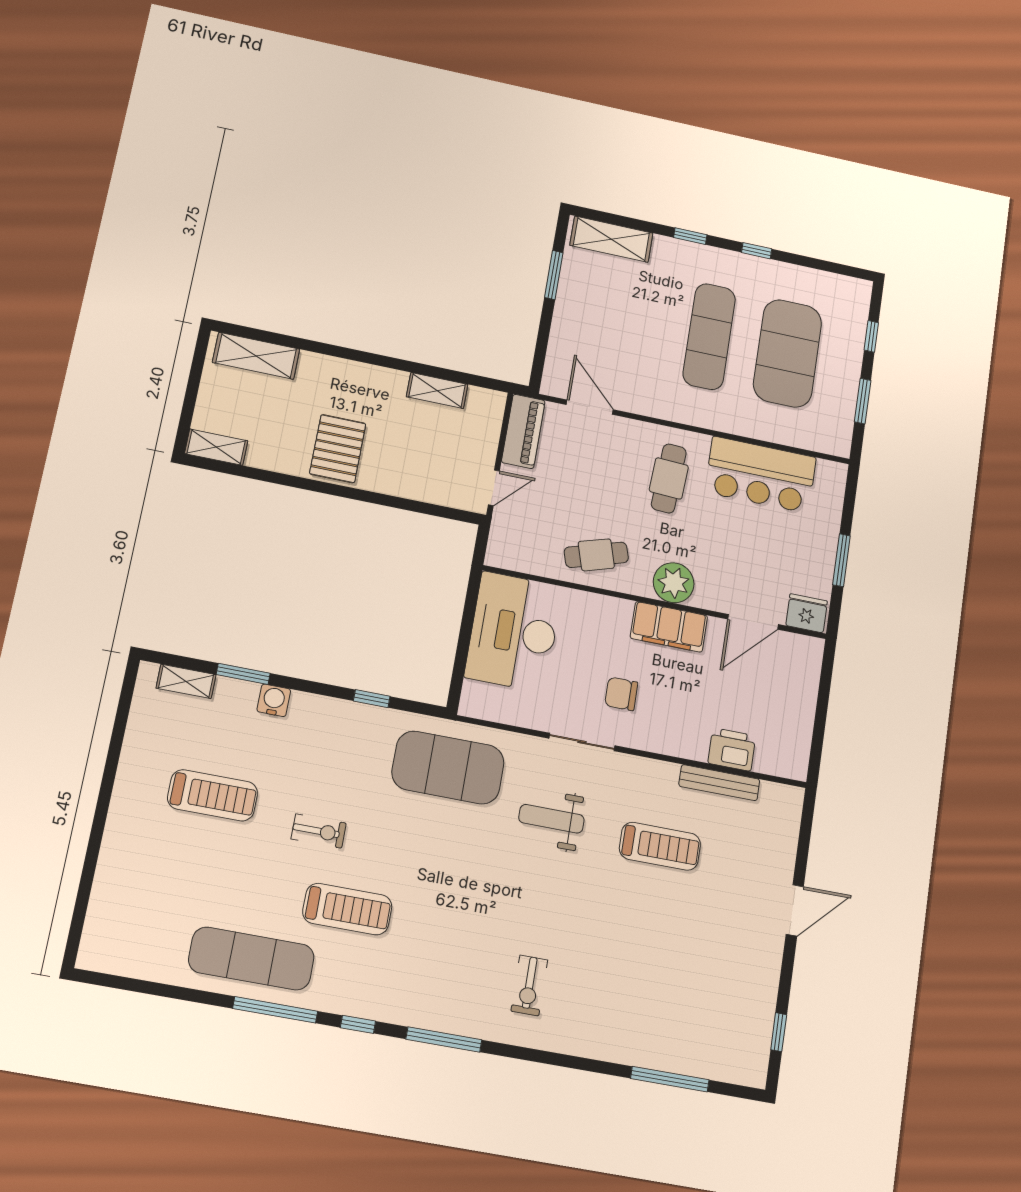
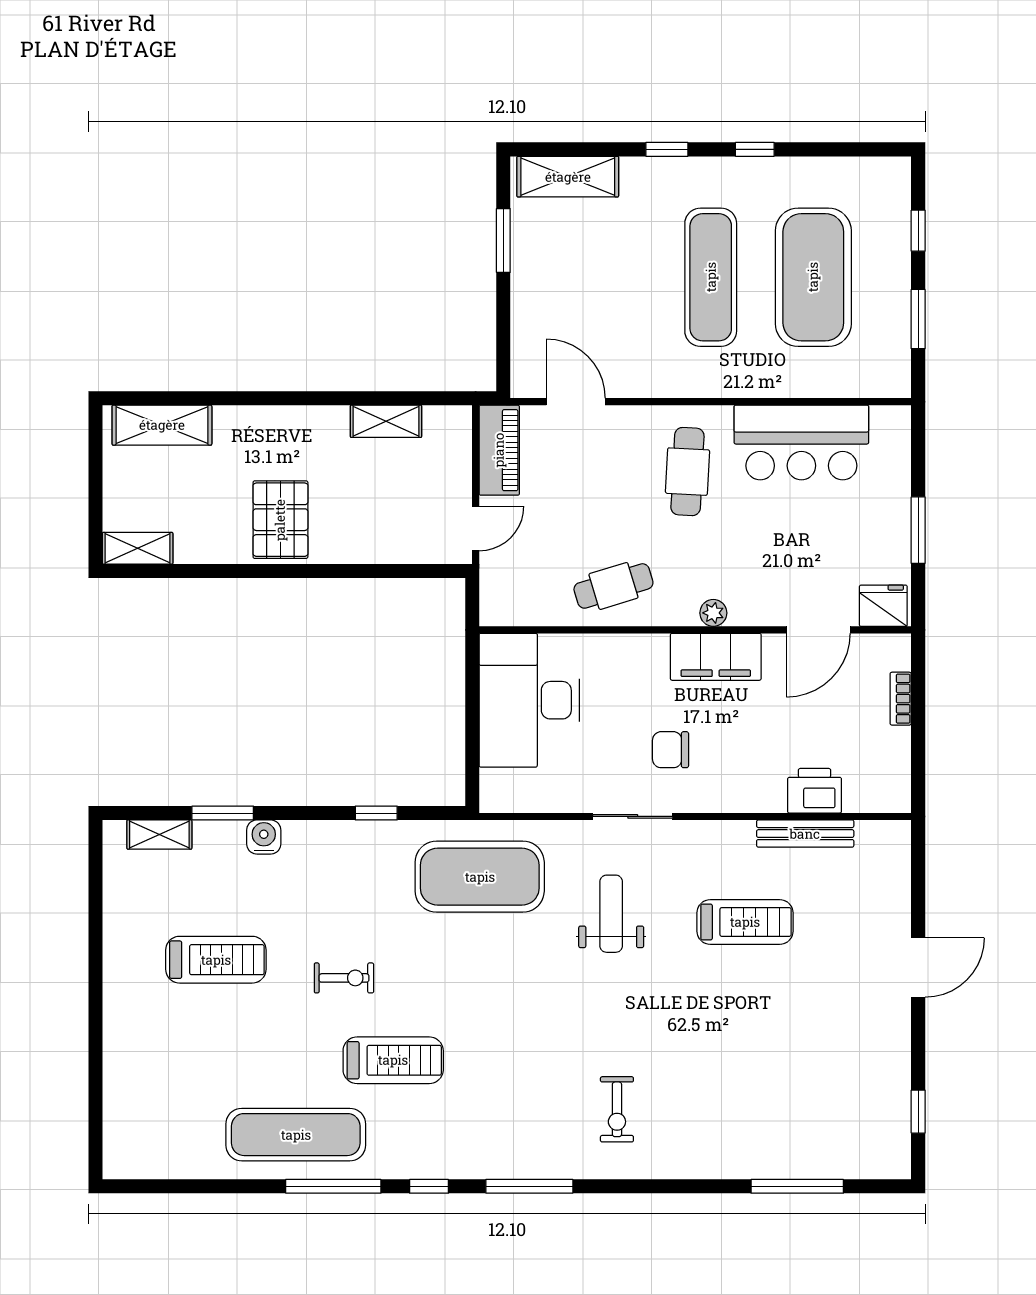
plant: (674, 583) -> (713, 613), width x0.53, depth x0.53
bookcase: (810, 689) -> (901, 699), added
weight bench: (551, 819) -> (611, 914), turned 90

